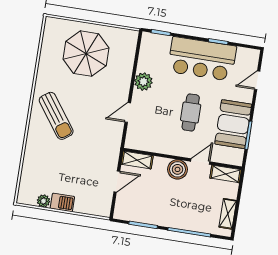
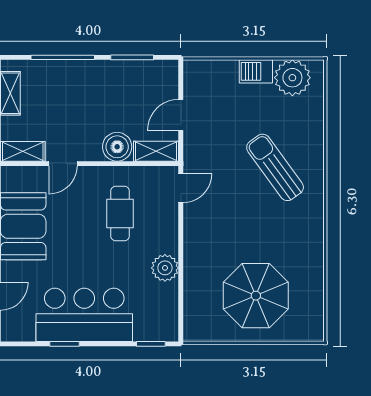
cafe table: (191, 112) -> (120, 214), moved
door: (128, 113) -> (181, 188), moved
sun lounger: (56, 116) -> (275, 167), moved
boiler: (177, 169) -> (117, 147), moved
plant: (44, 201) -> (292, 78), width x1.87, depth x1.87

